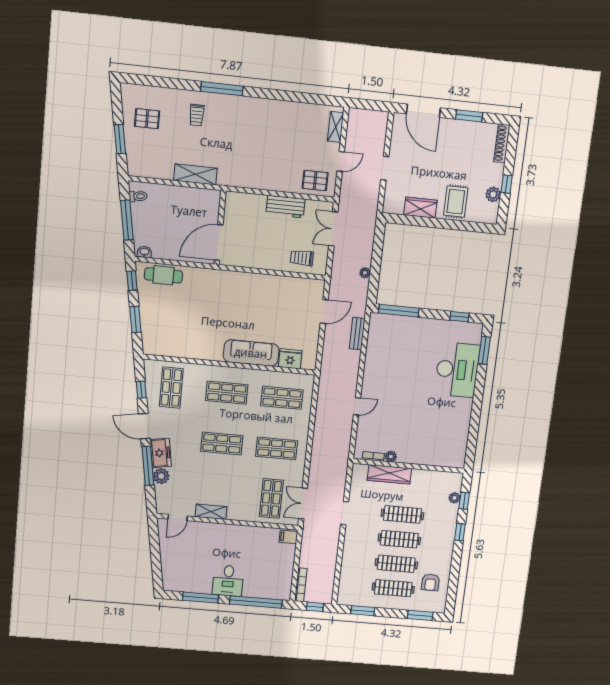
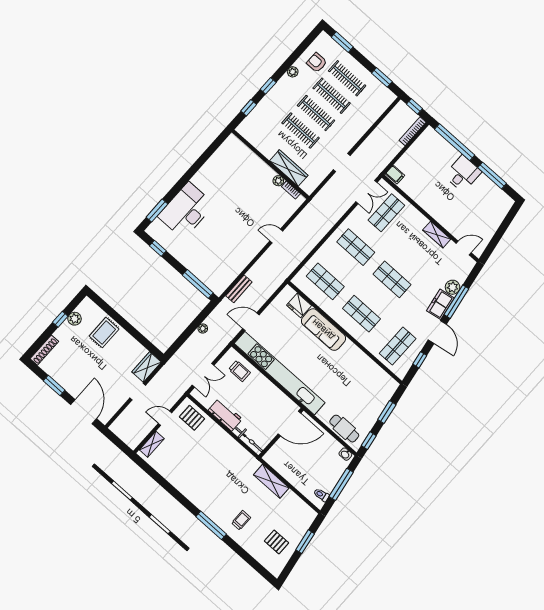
bicycle: (246, 199) -> (249, 440), added
wardrobe: (420, 208) -> (147, 367), moved, turned 90
kitchen unit: (263, 283) -> (280, 373), added
plant: (454, 498) -> (293, 72), moved
armchair: (430, 582) -> (317, 62), turned -90

